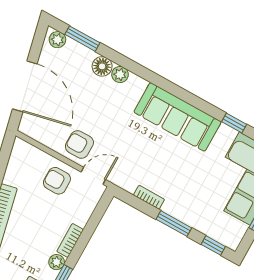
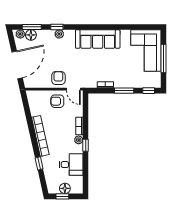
floor lamp: (102, 66) -> (31, 35), moved
door: (25, 86) -> (17, 65), hinge flipped
window: (234, 123) -> (57, 27), moved
armchair: (79, 145) -> (58, 78), turned 90
door: (93, 176) -> (73, 89), swing flipped

